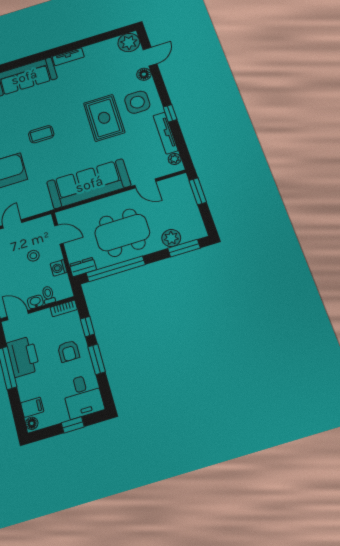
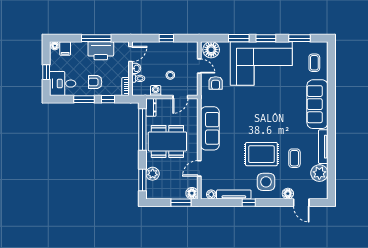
plant: (129, 43) -> (319, 173), moved
tv unit: (68, 57) -> (323, 147), width x1.41
coffee table: (41, 134) -> (294, 158), moved
floor lamp: (181, 182) -> (192, 193), added
sofa: (89, 184) -> (210, 128), width x0.74, depth x0.79
armchair: (29, 198) -> (216, 83), added
dining table: (122, 233) -> (167, 141), turned 90

